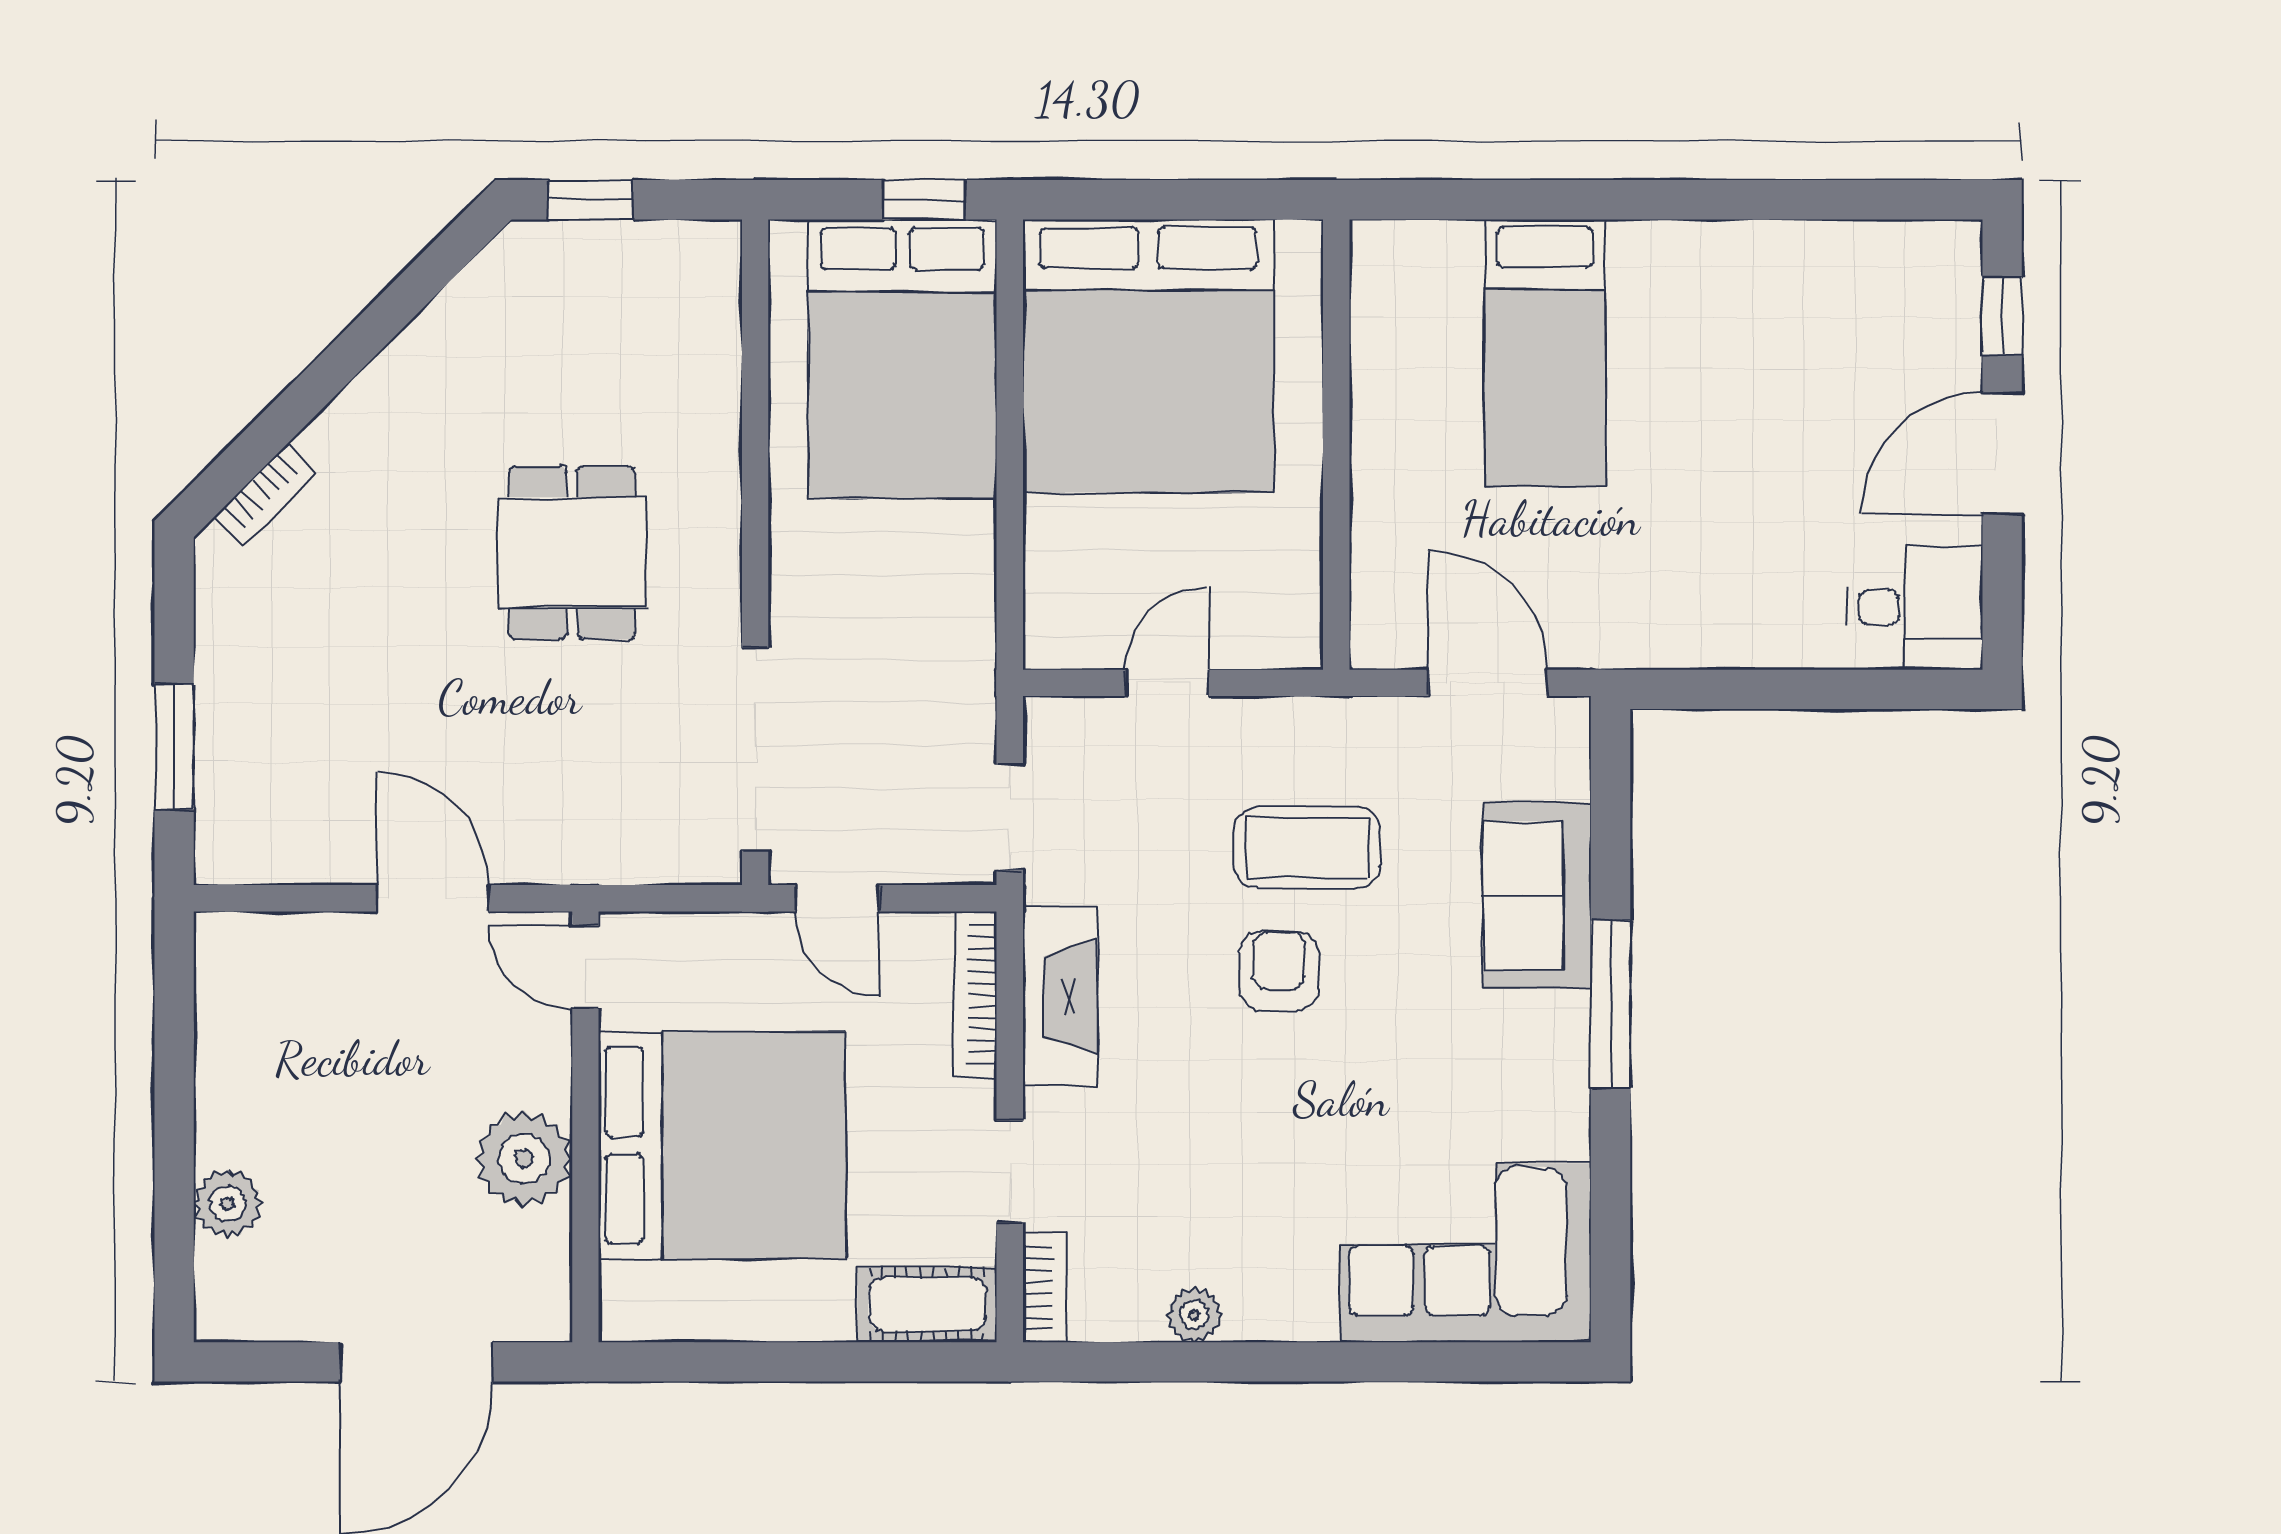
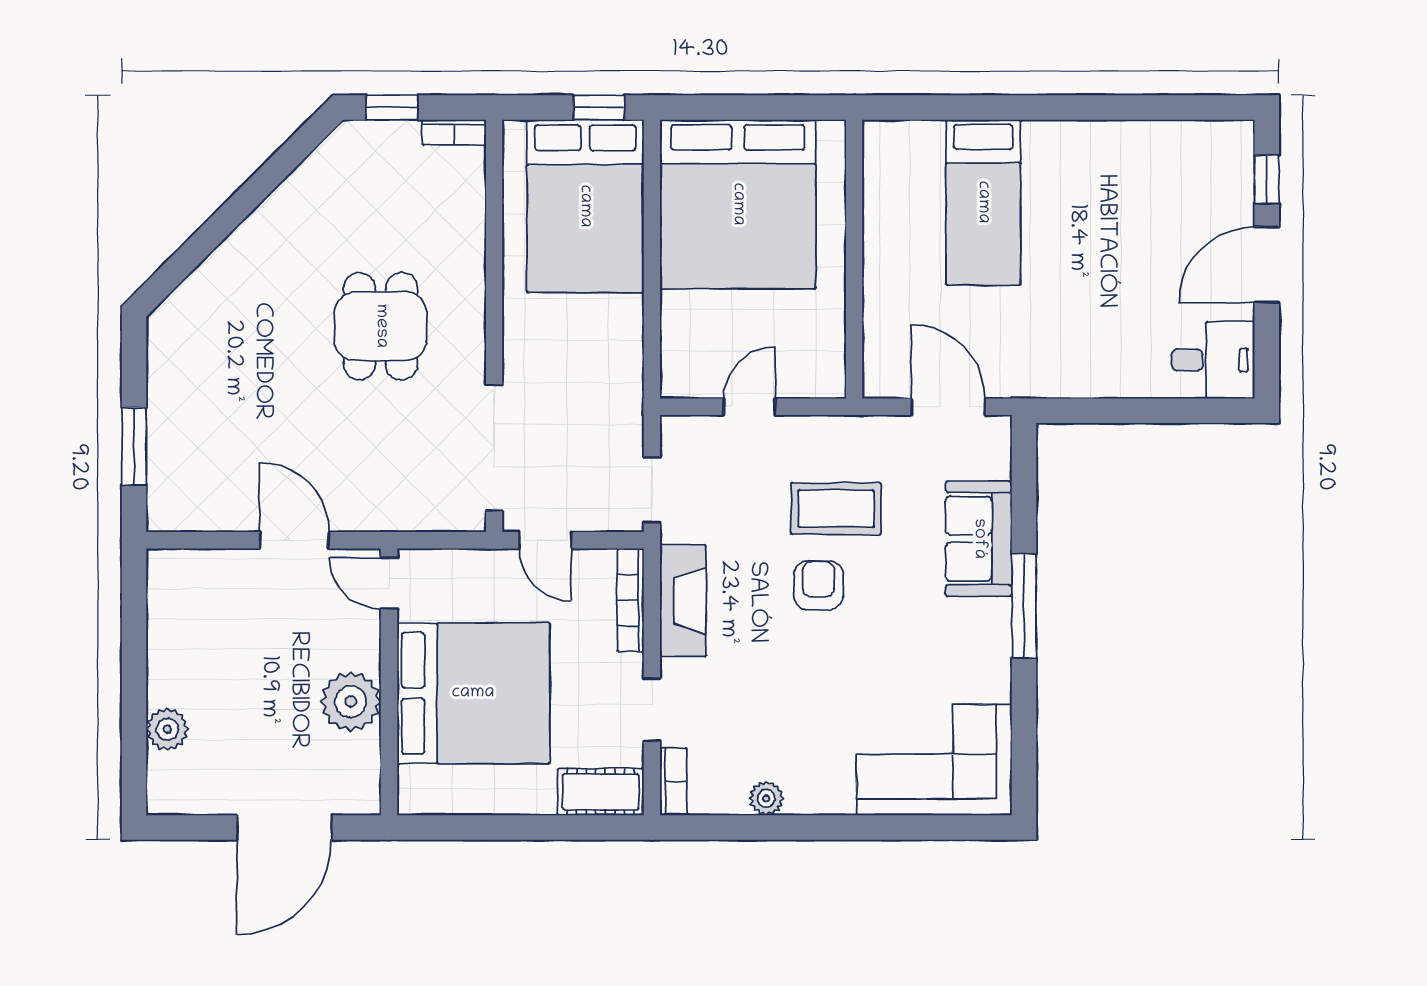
bookcase: (265, 495) -> (454, 132), moved, turned 45

